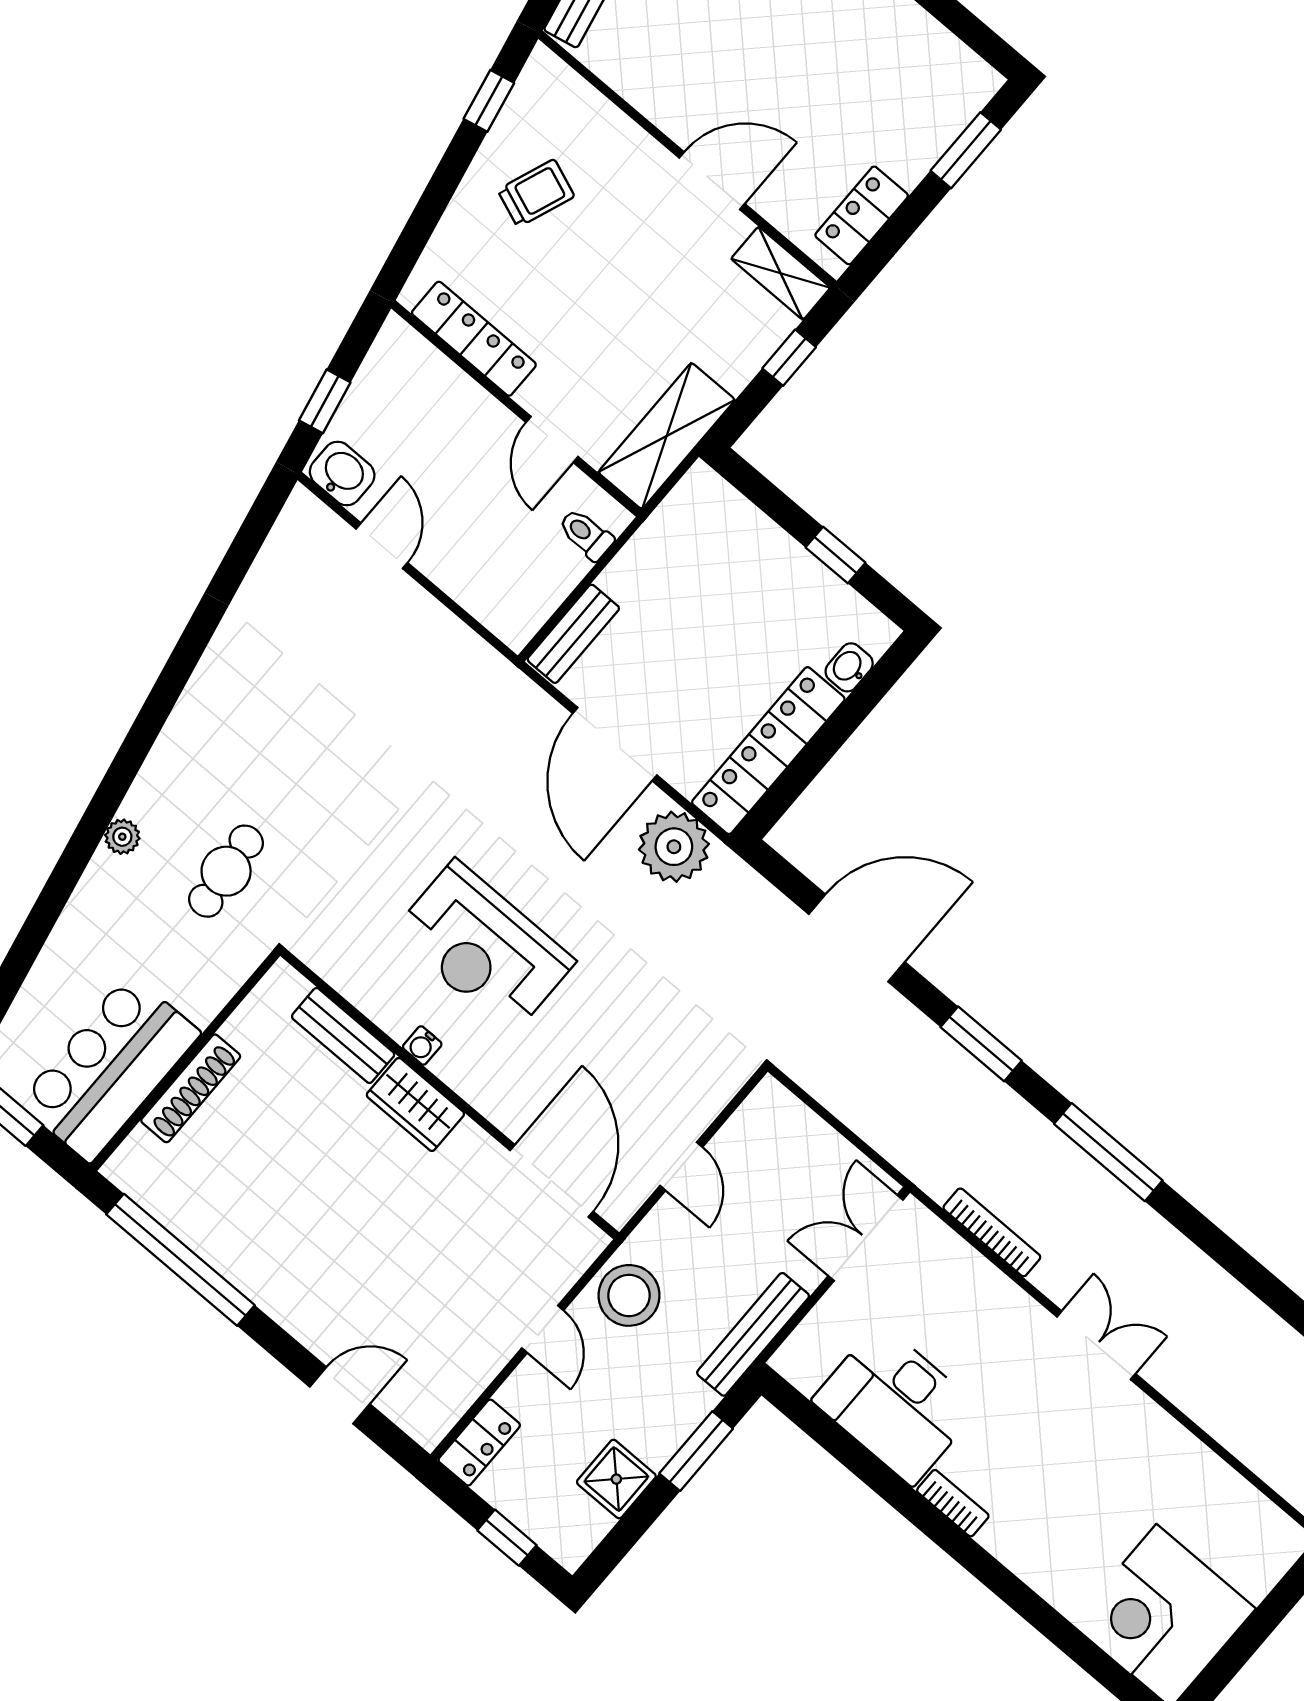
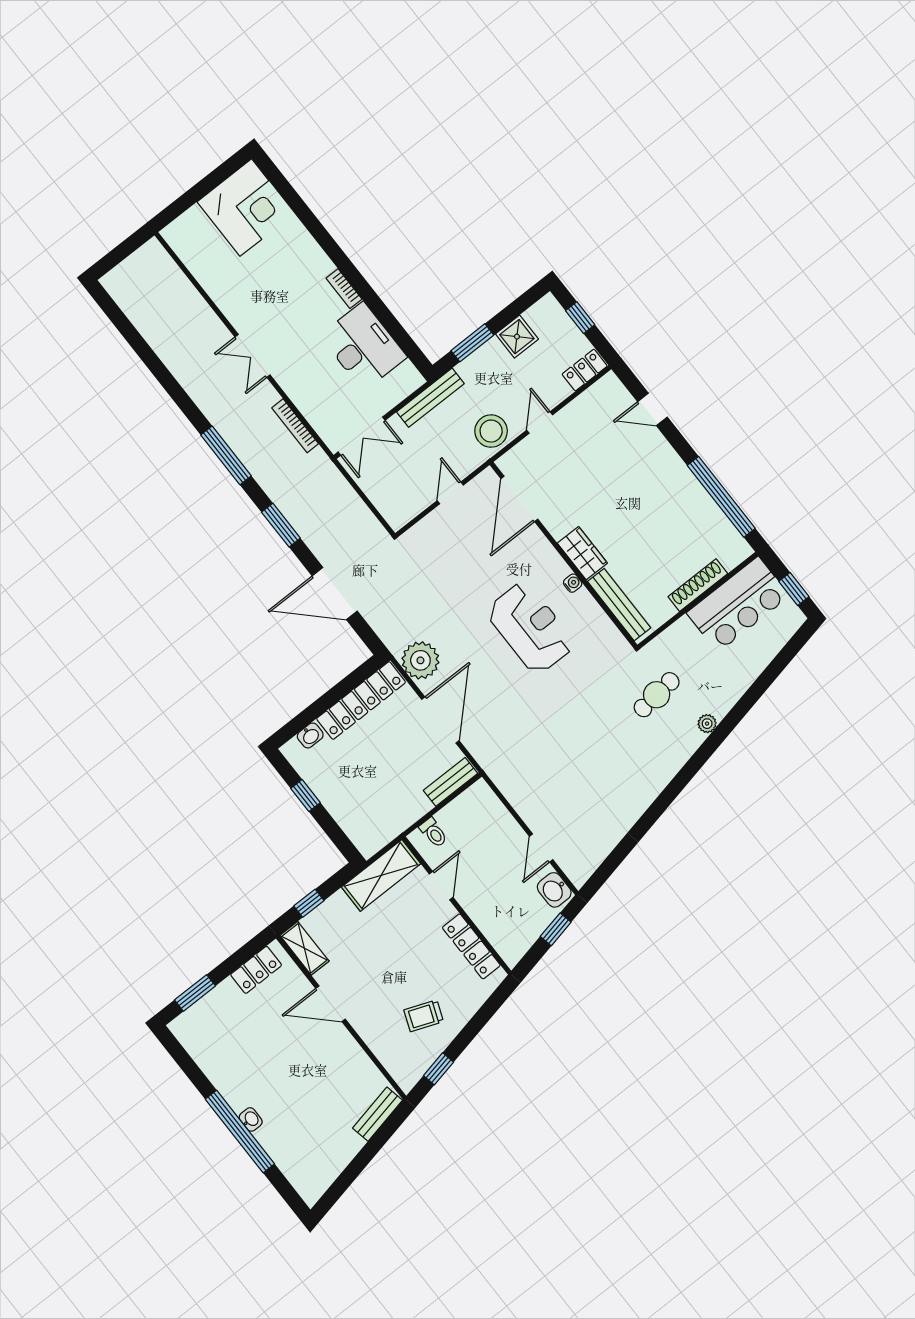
bench: (343, 1035) -> (619, 605), width x1.36

